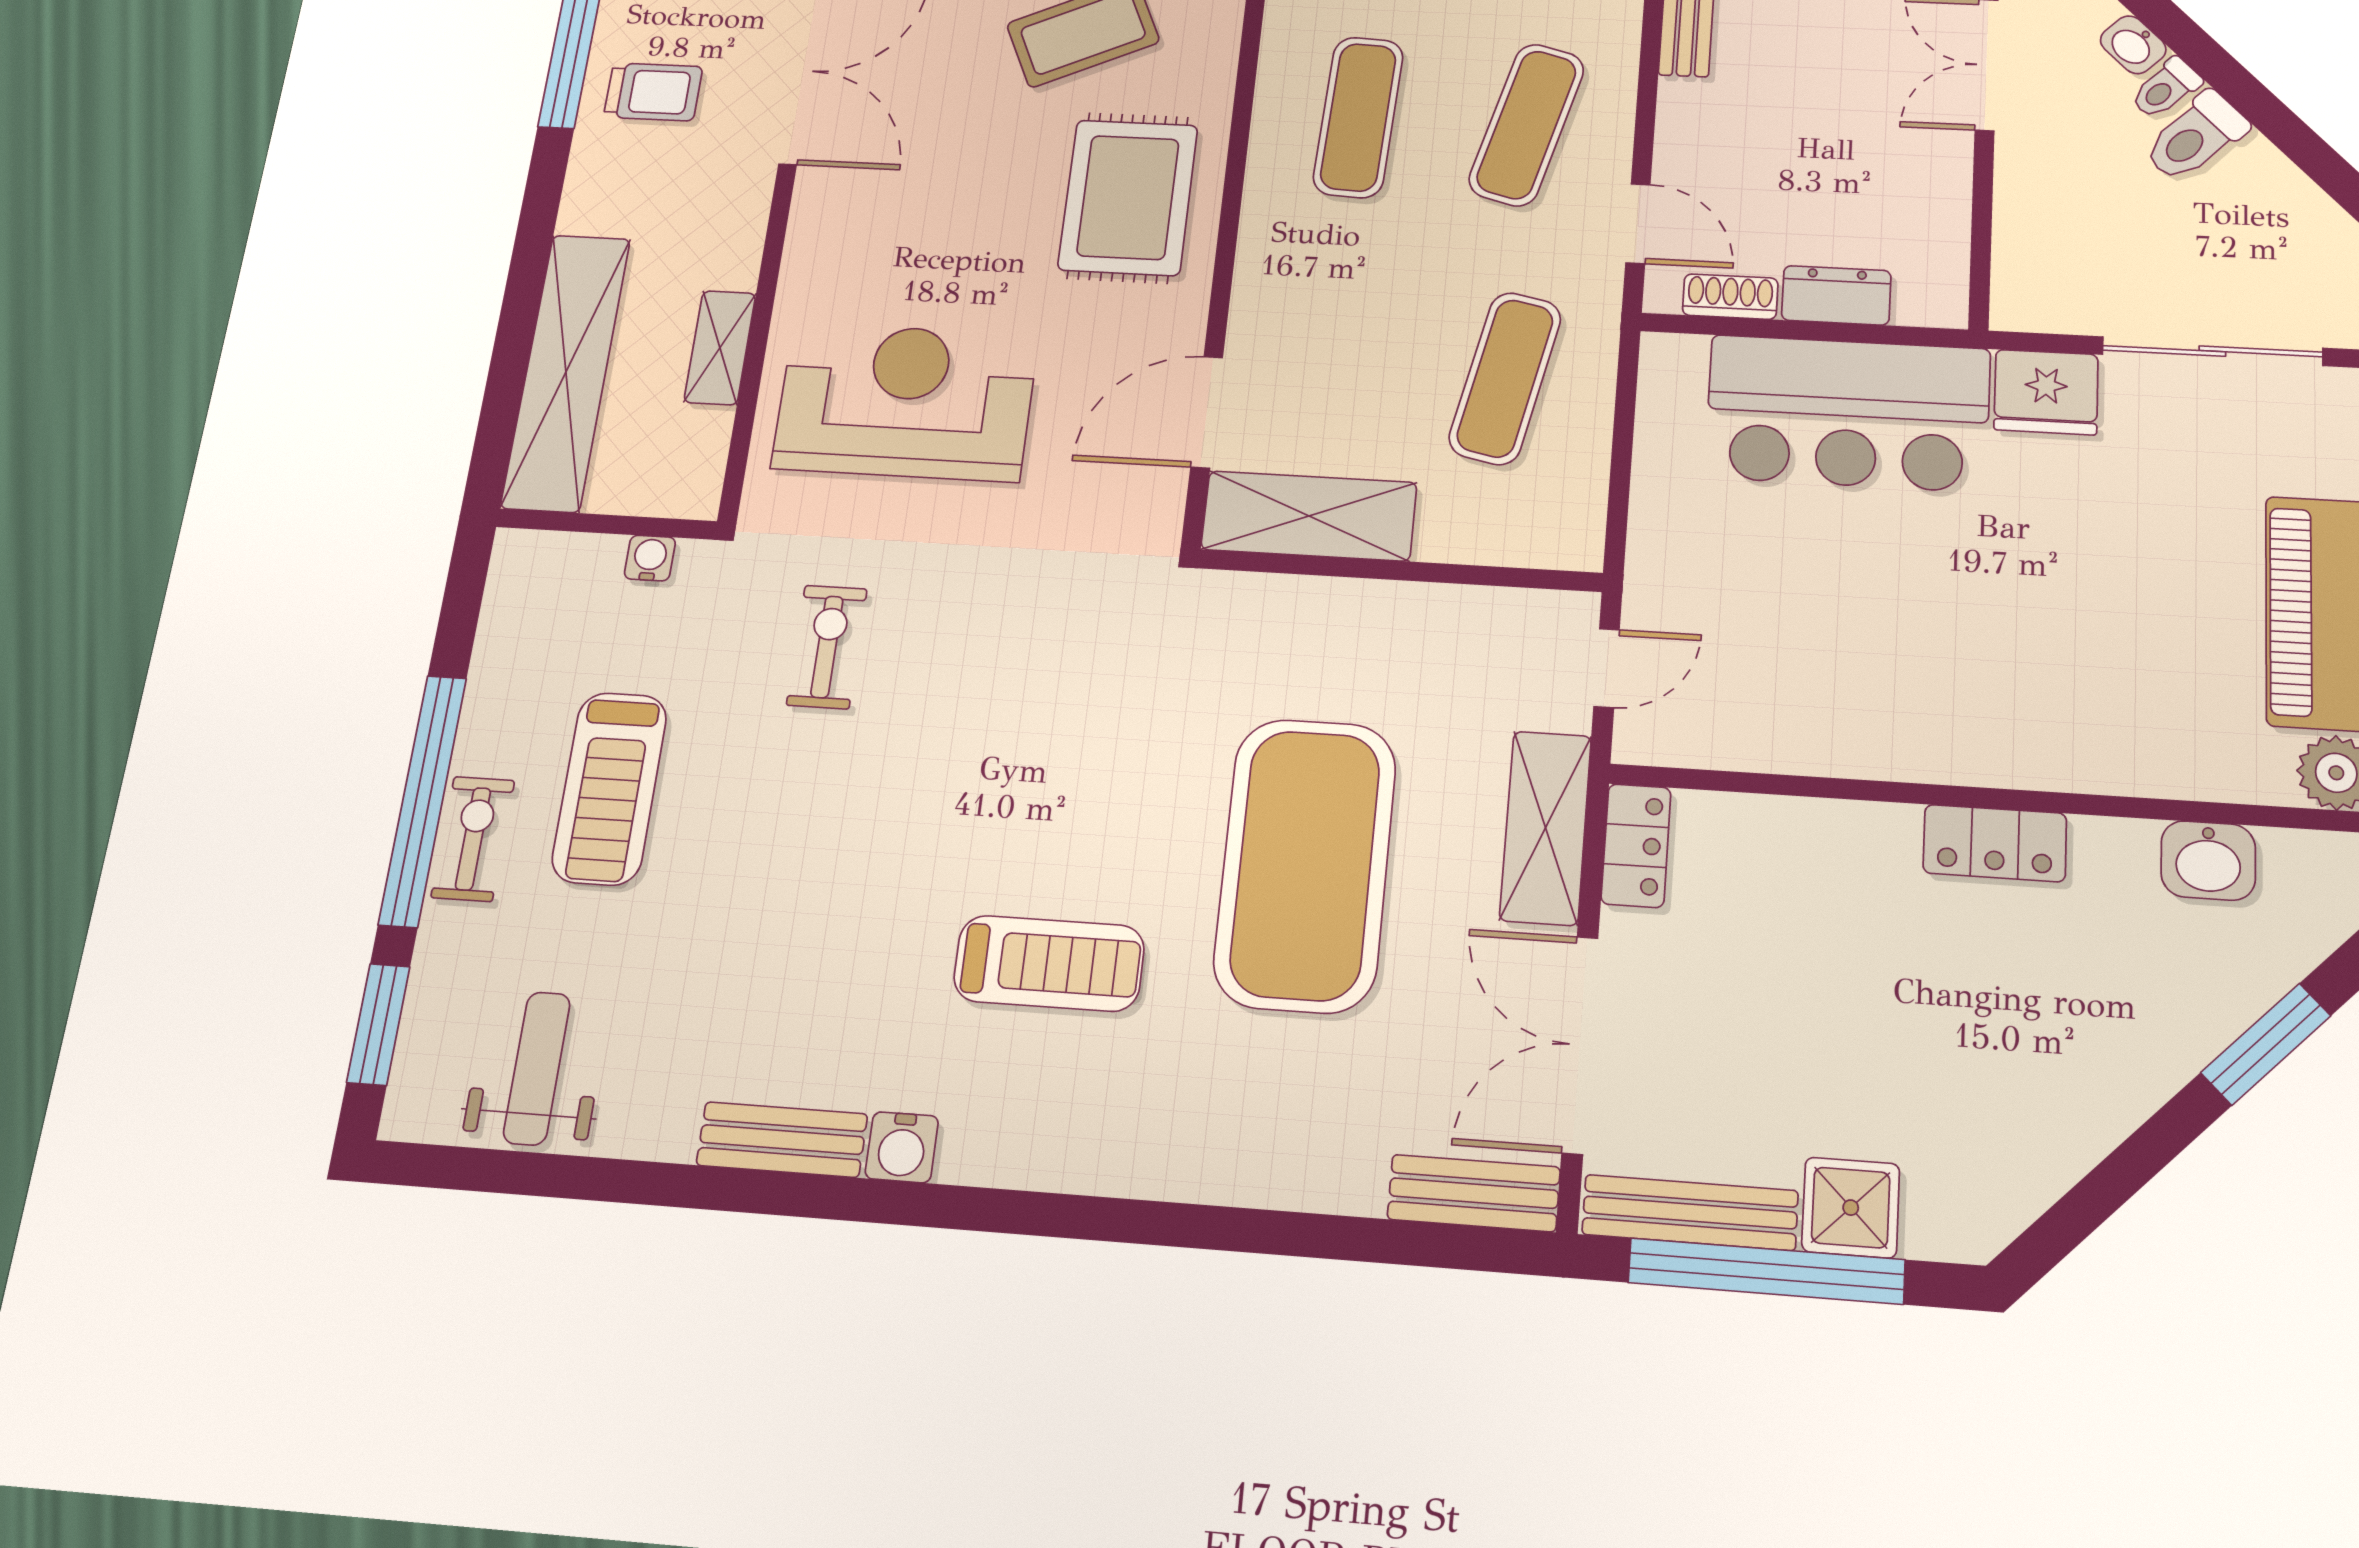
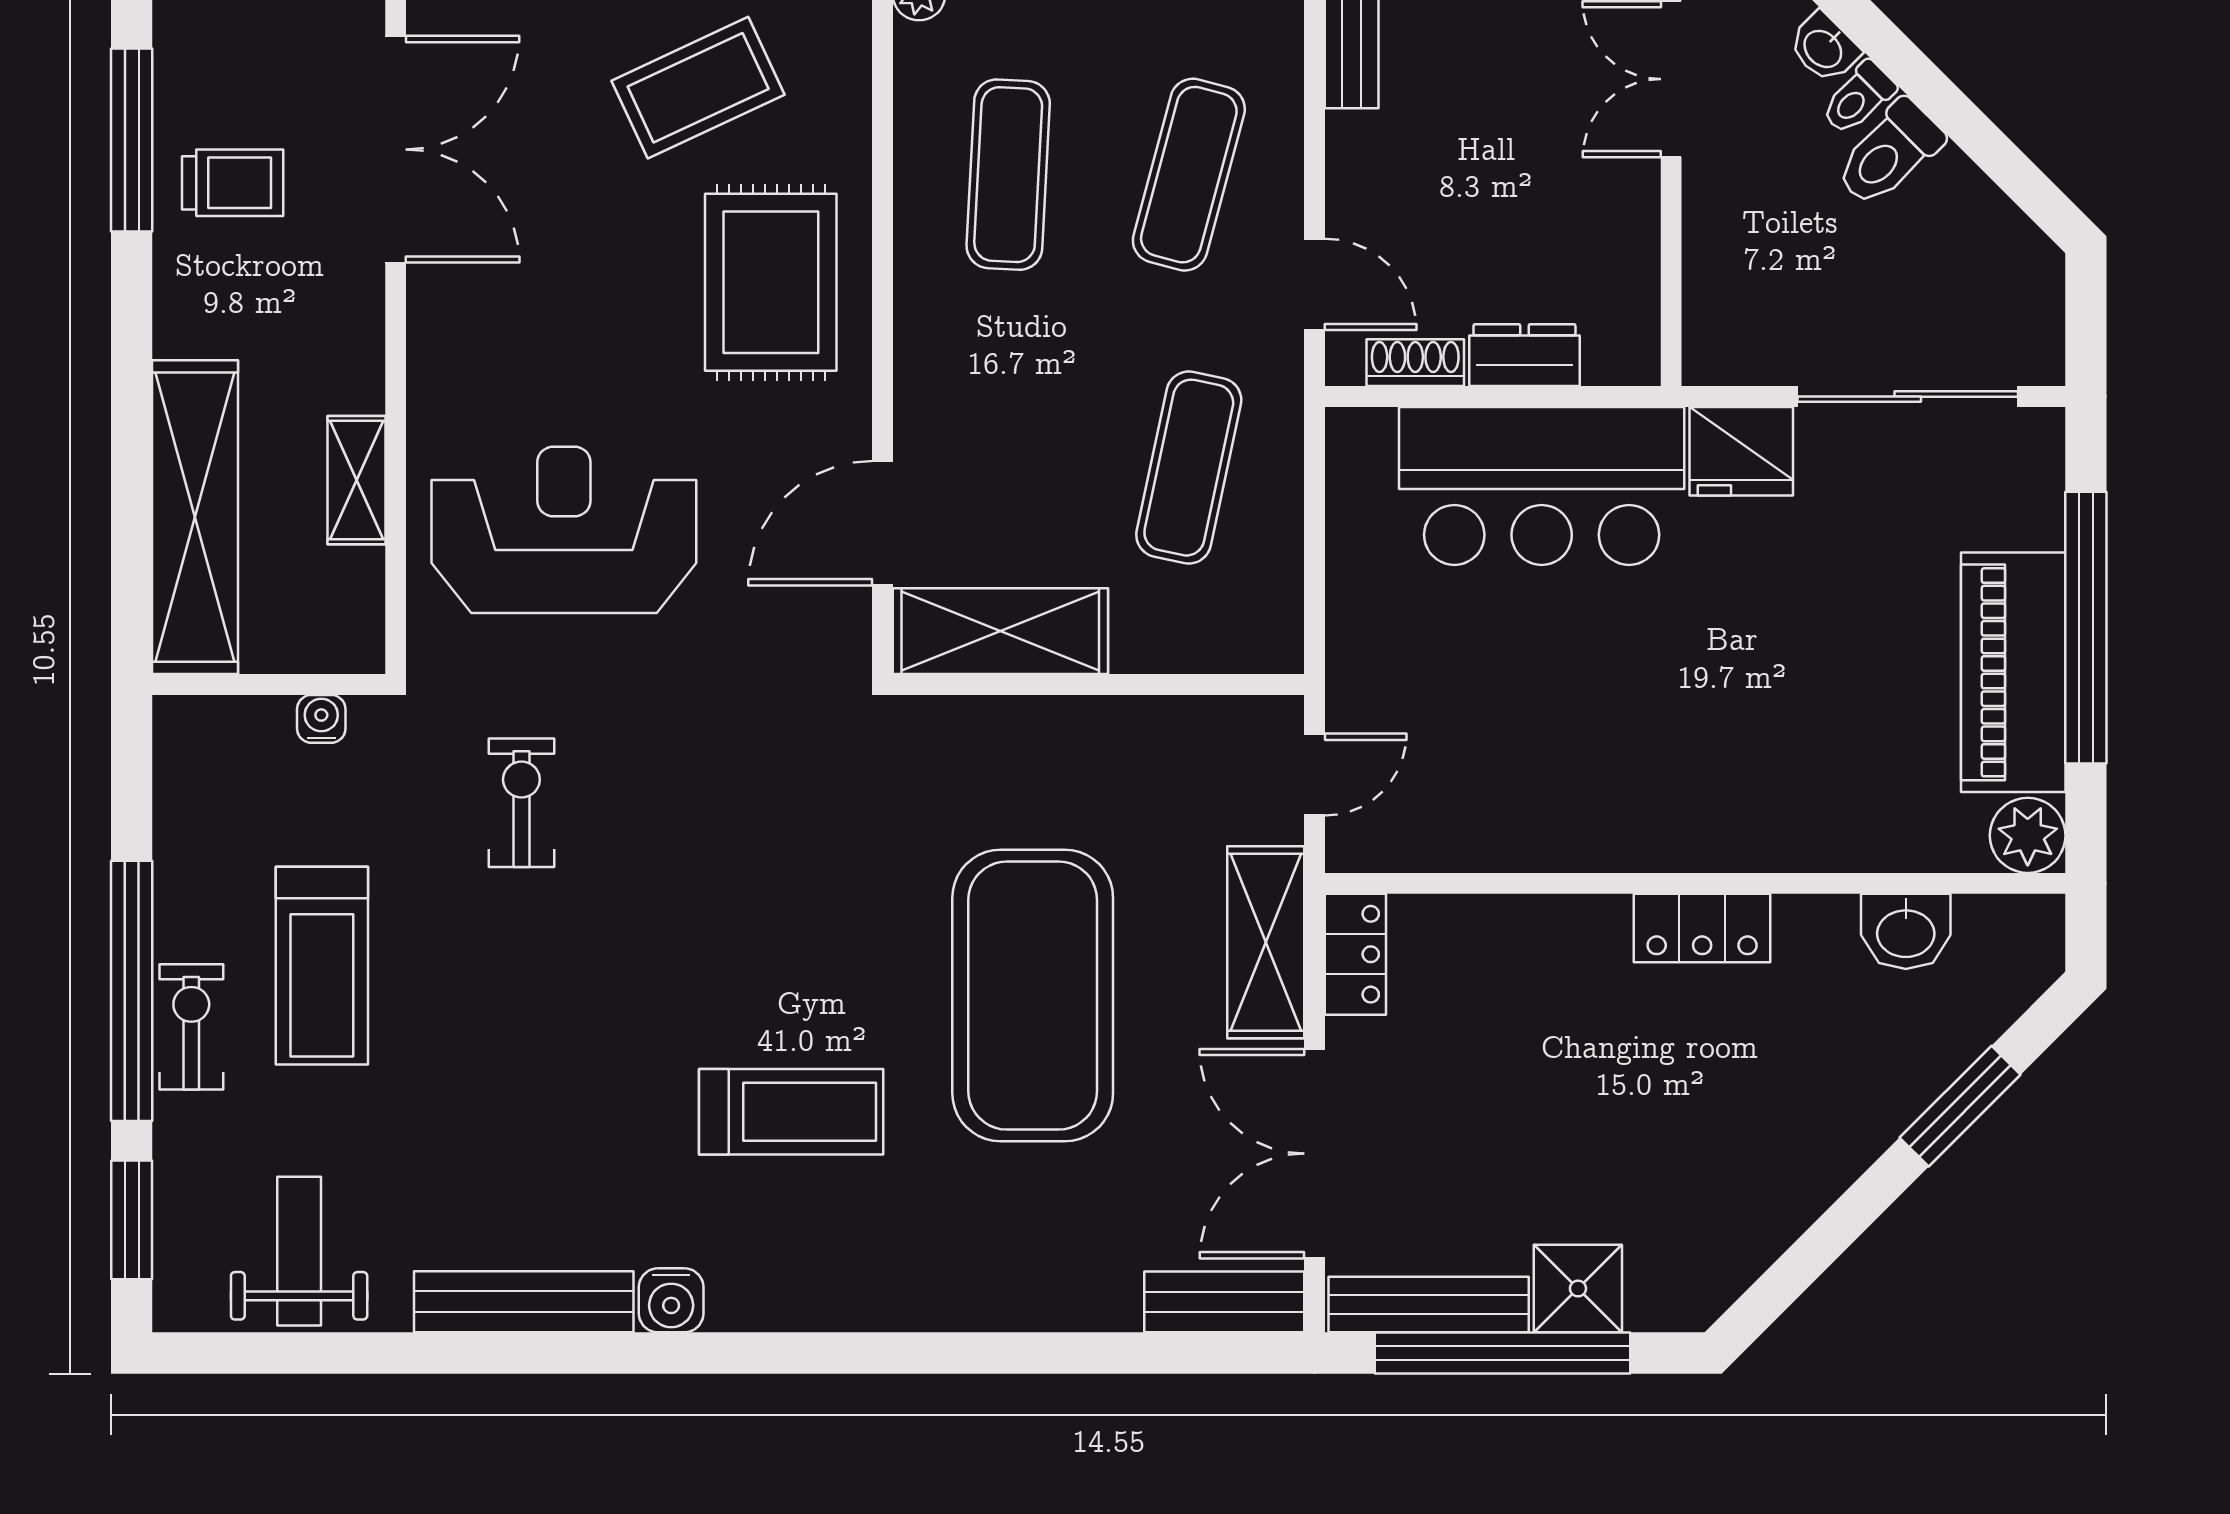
bench: (782, 1140) -> (524, 1302), width x1.36

